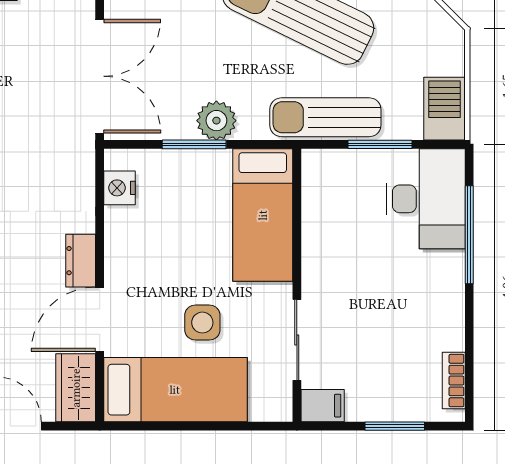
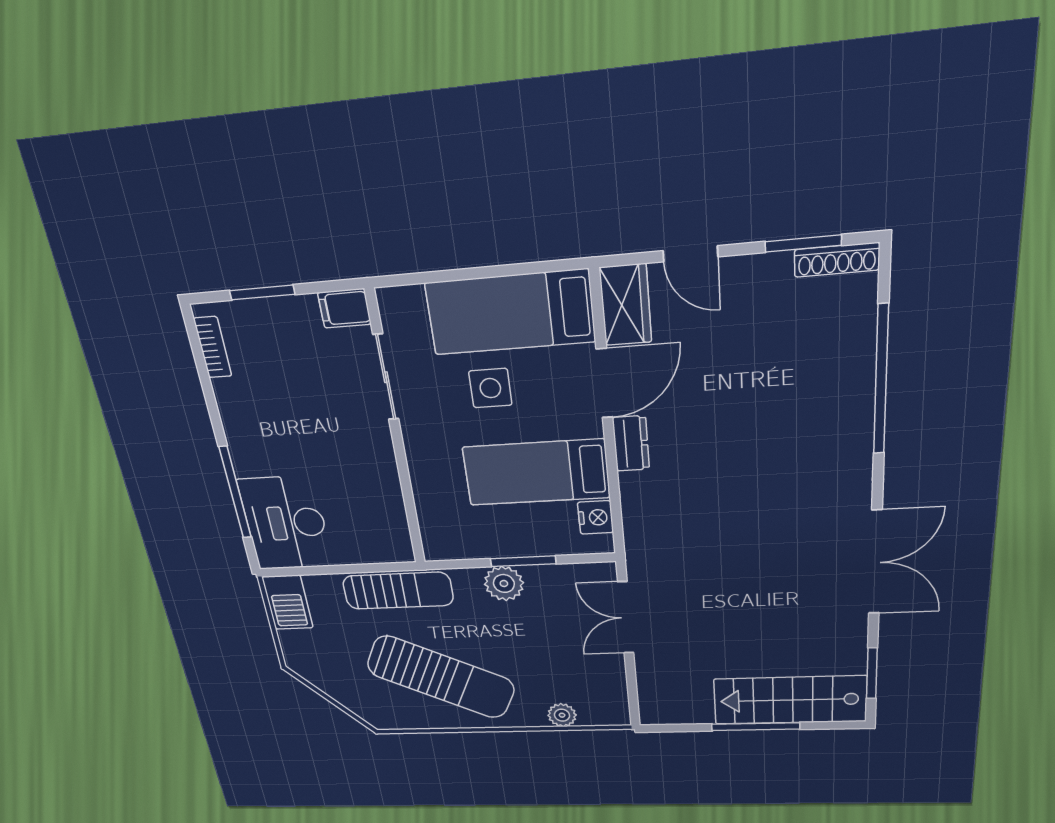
double door: (100, 76) -> (626, 618), width x0.73
window: (380, 144) -> (341, 569), removed
bed: (263, 215) -> (536, 472), moved, turned -90

